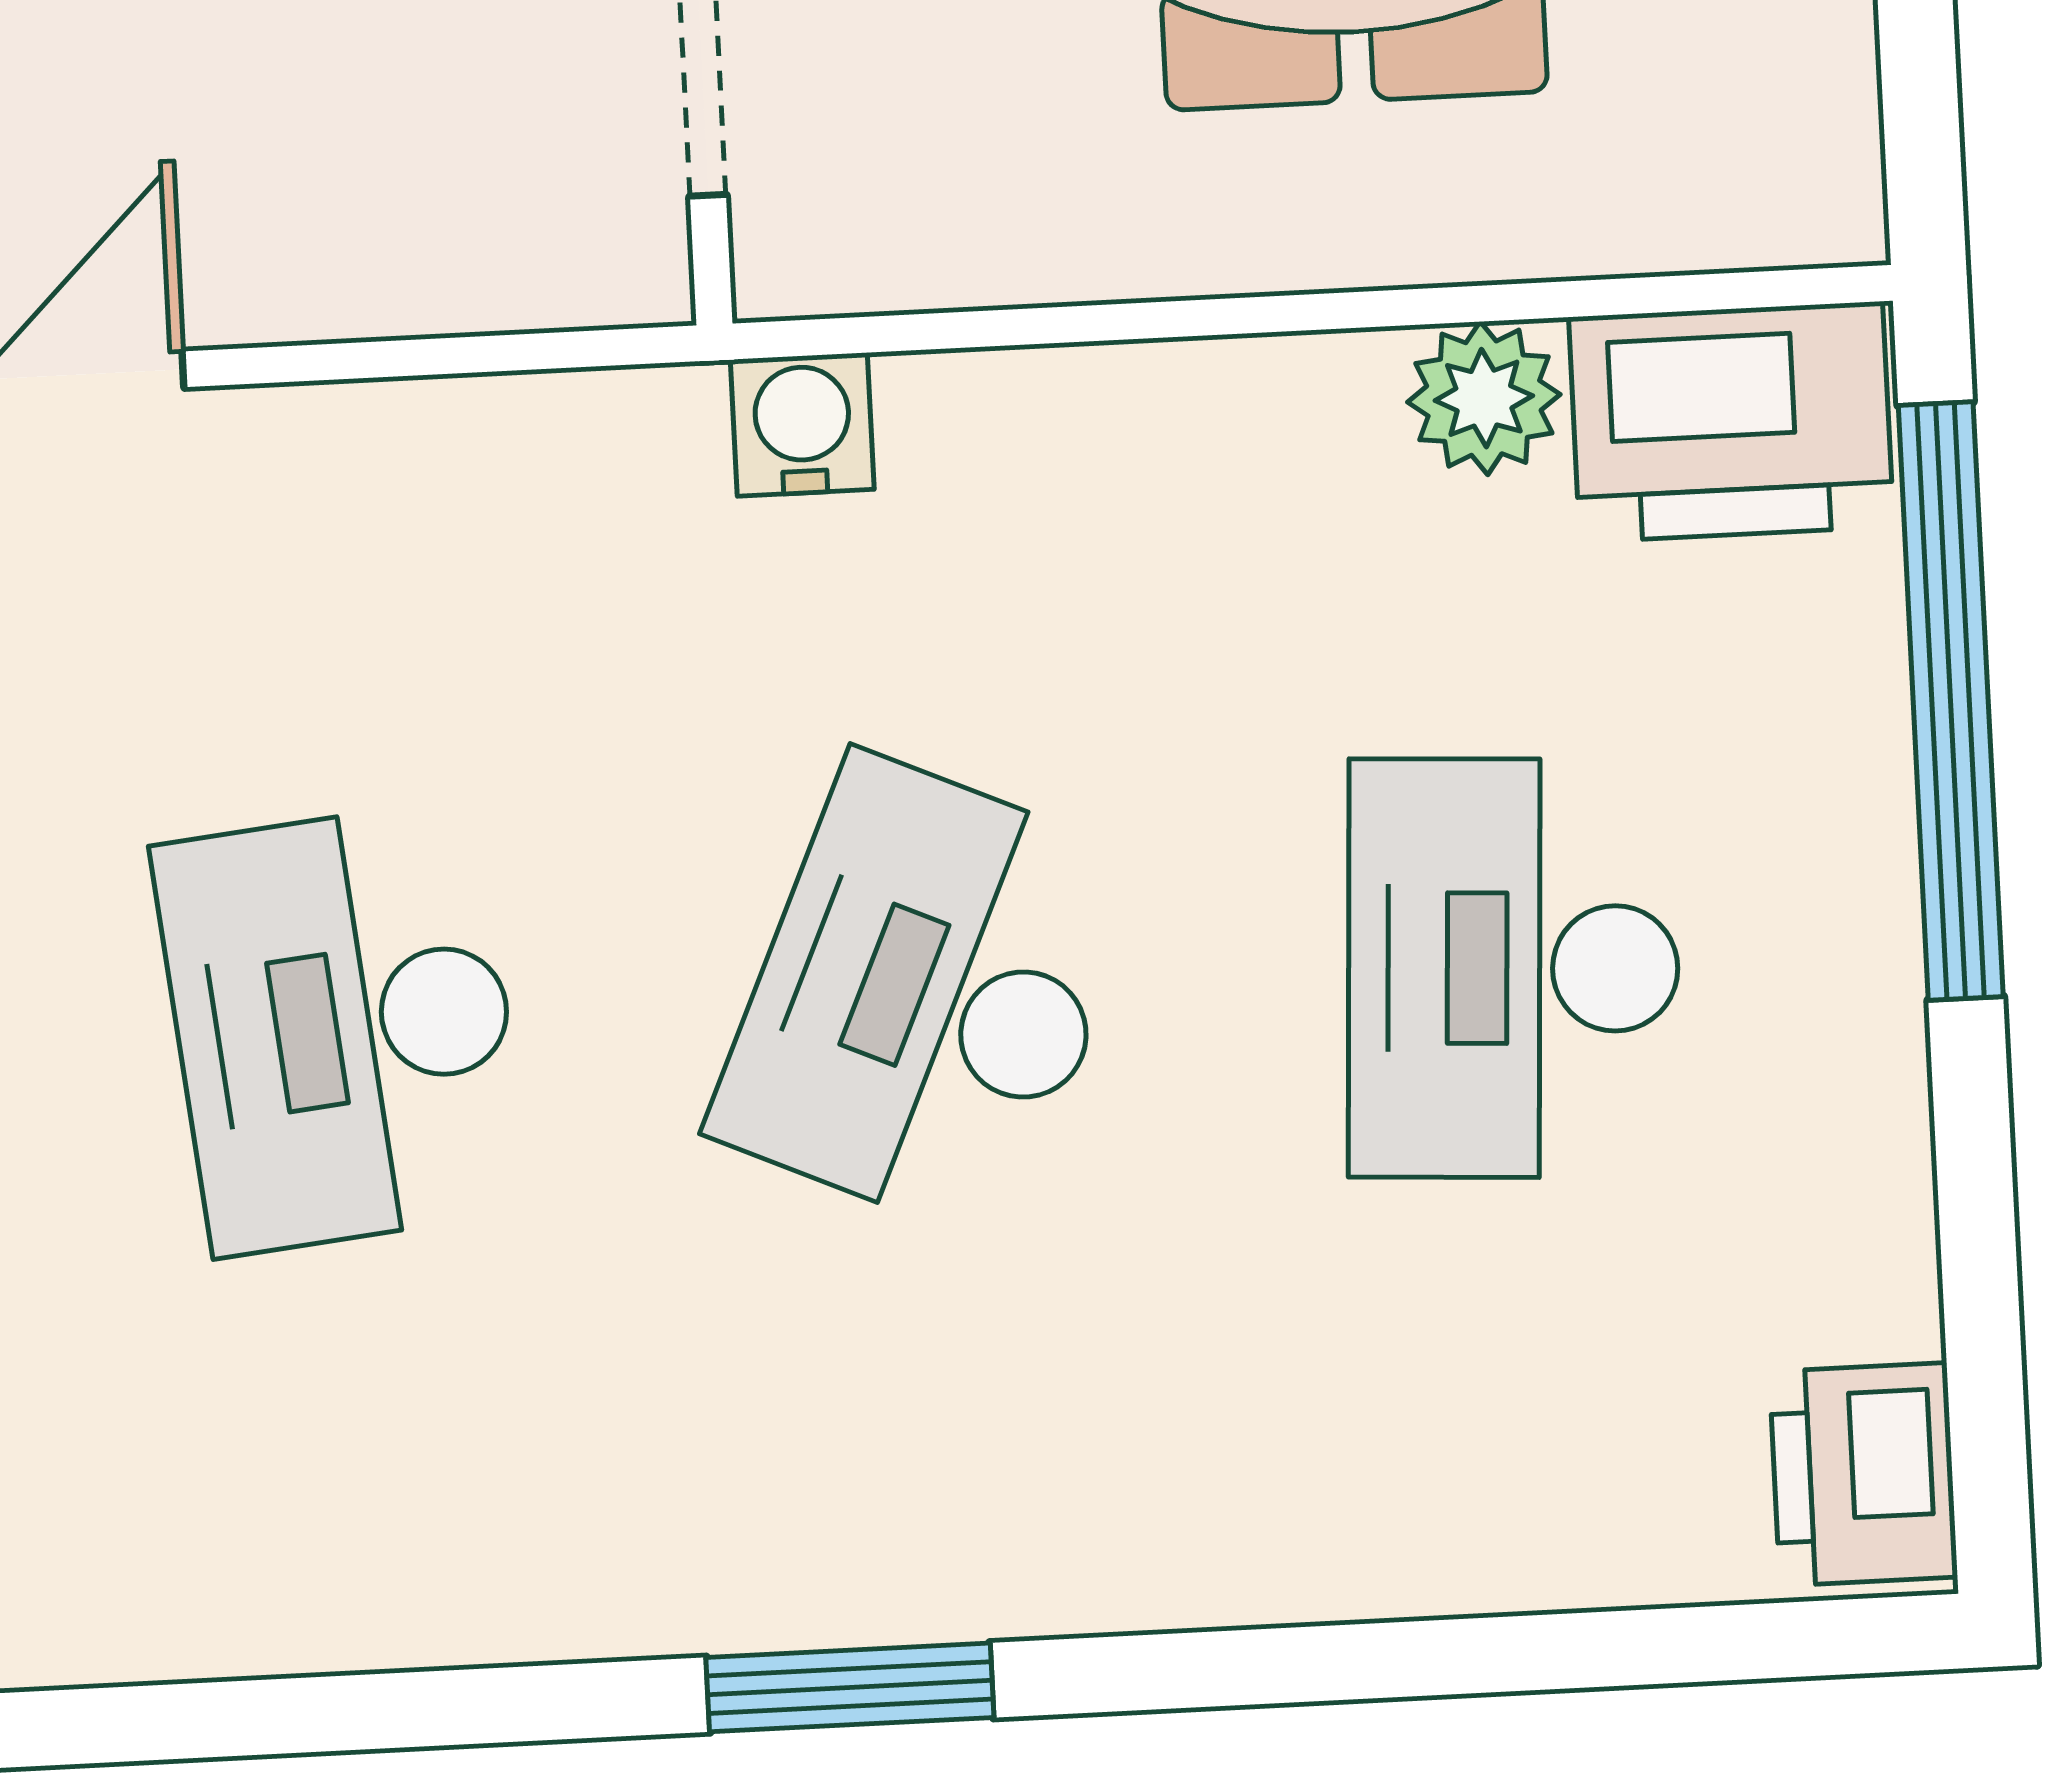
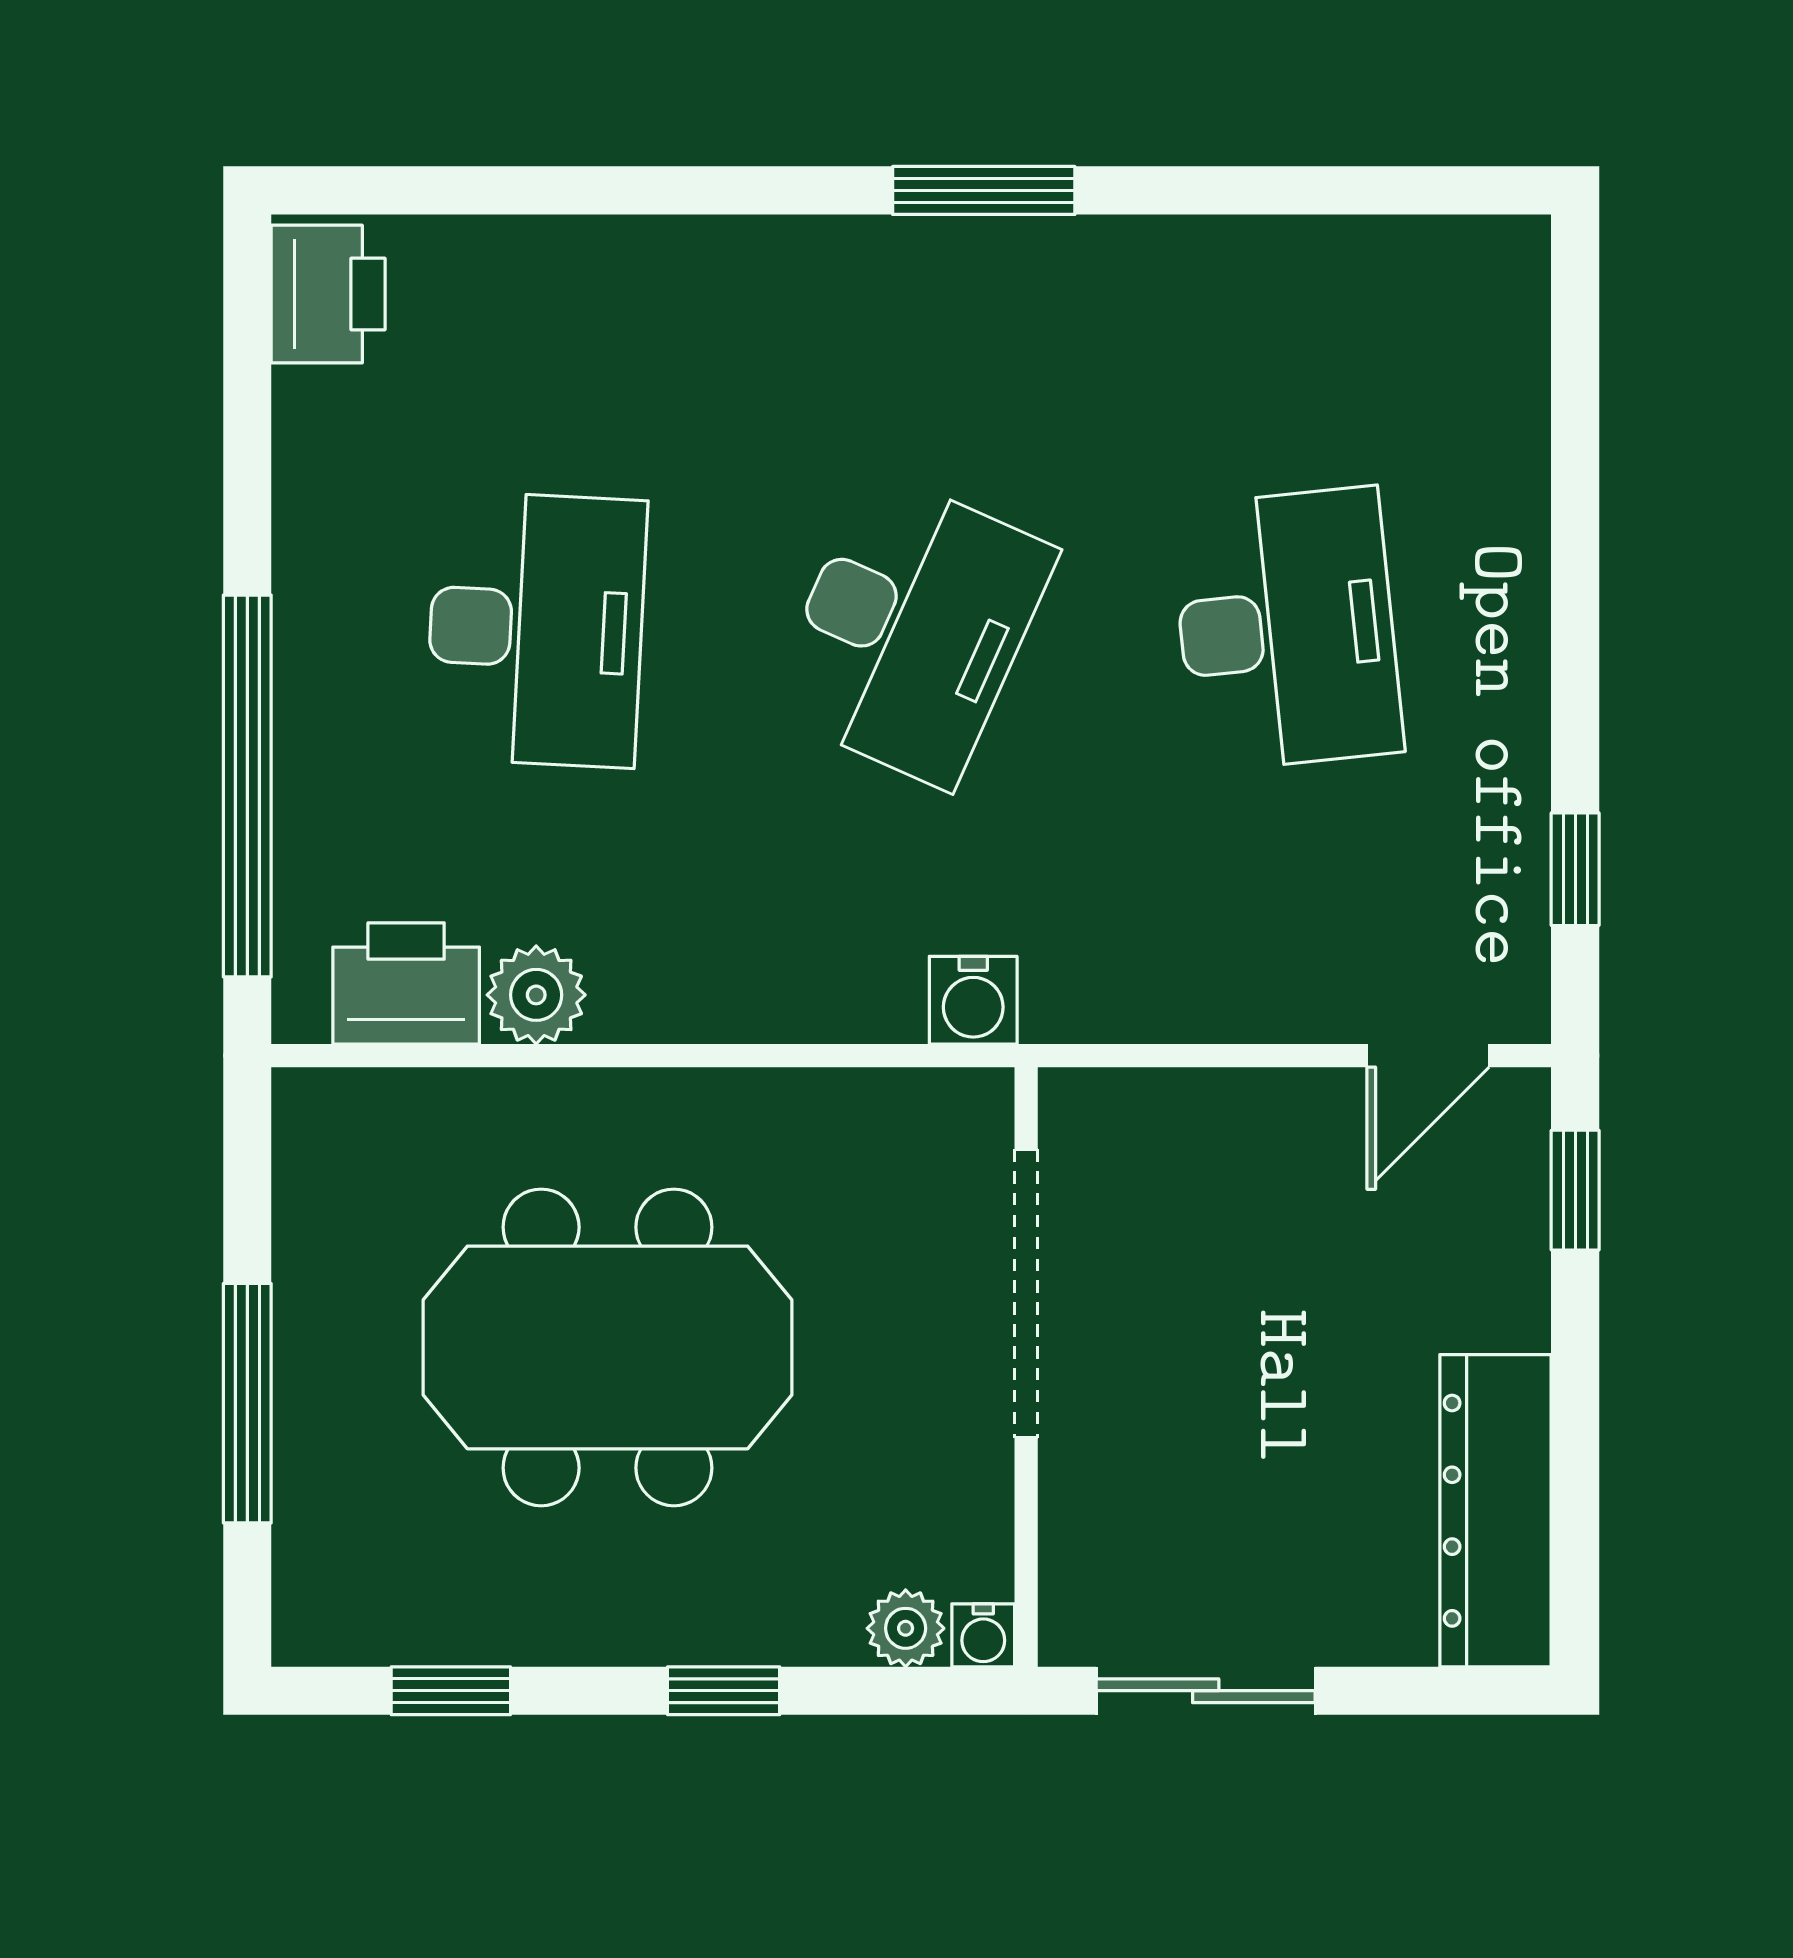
printer: (1731, 422) -> (406, 983), width x0.73, depth x0.84

